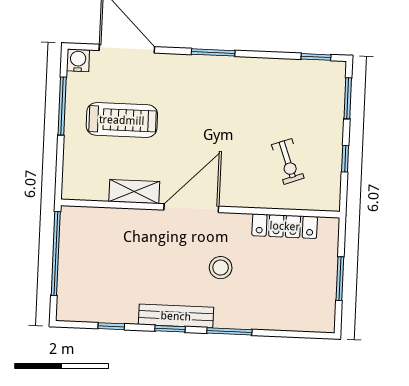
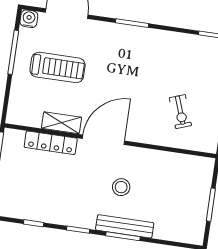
locker: (285, 226) -> (51, 143), moved
bench: (176, 316) -> (125, 226), moved

